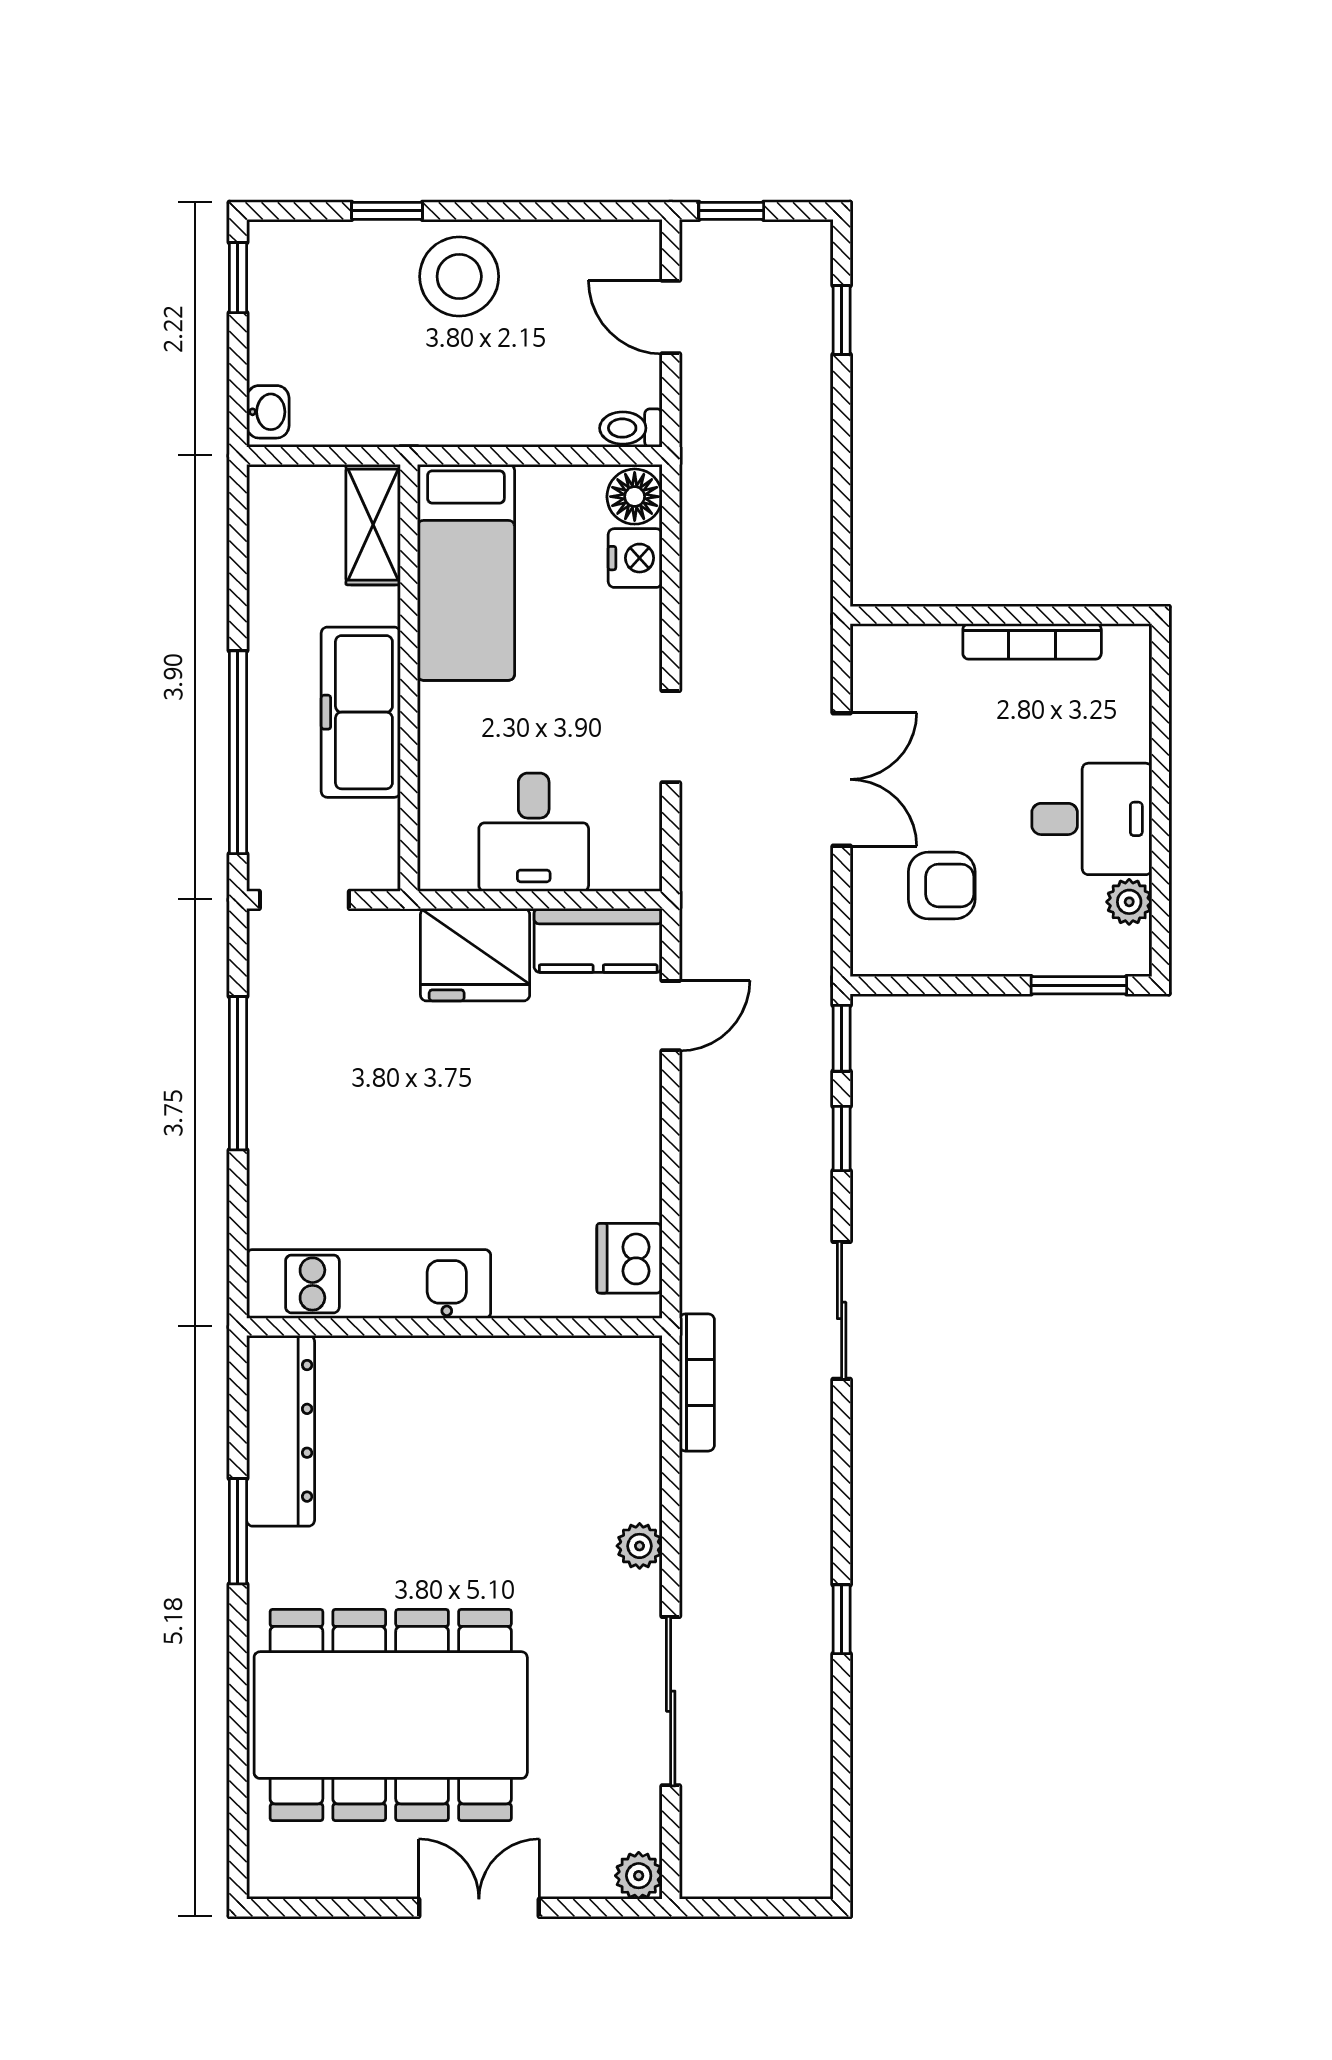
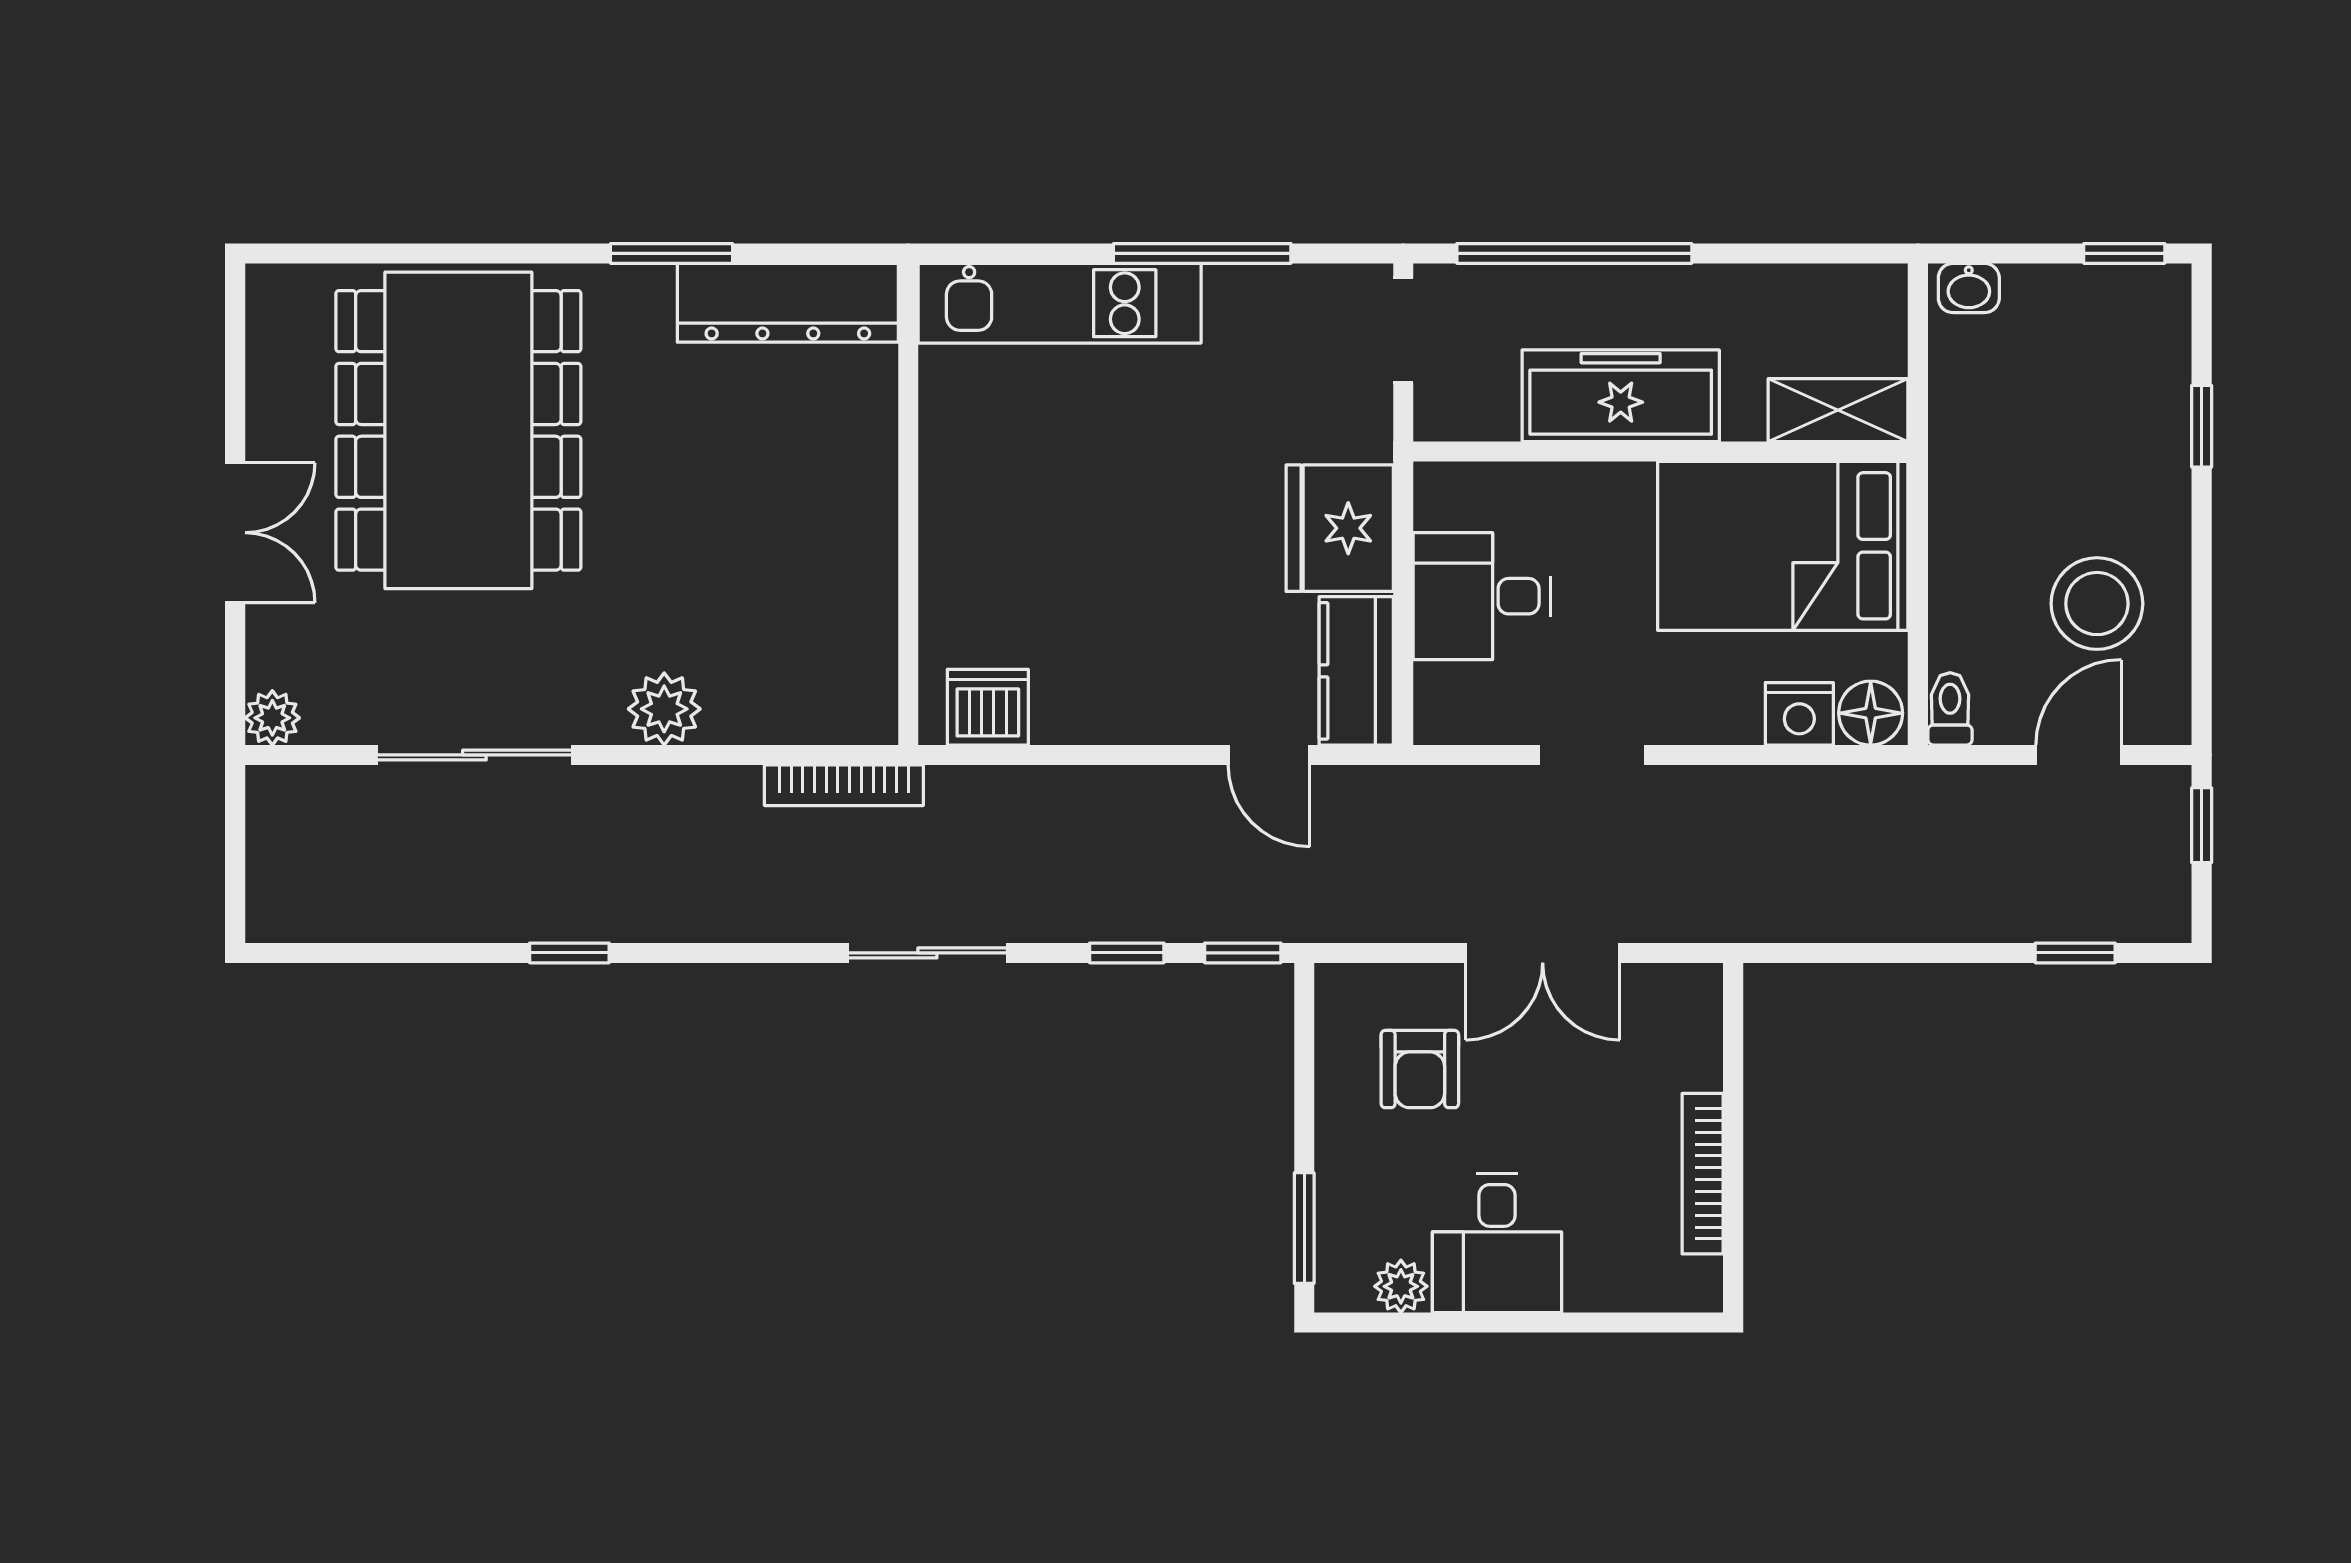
stool: (459, 276) -> (2097, 604), moved
bed: (466, 572) -> (1783, 546), width x1.50
kitchen unit: (369, 1284) -> (1060, 303), moved, turned 90
plant: (640, 1546) -> (664, 709), width x1.38, depth x1.38

